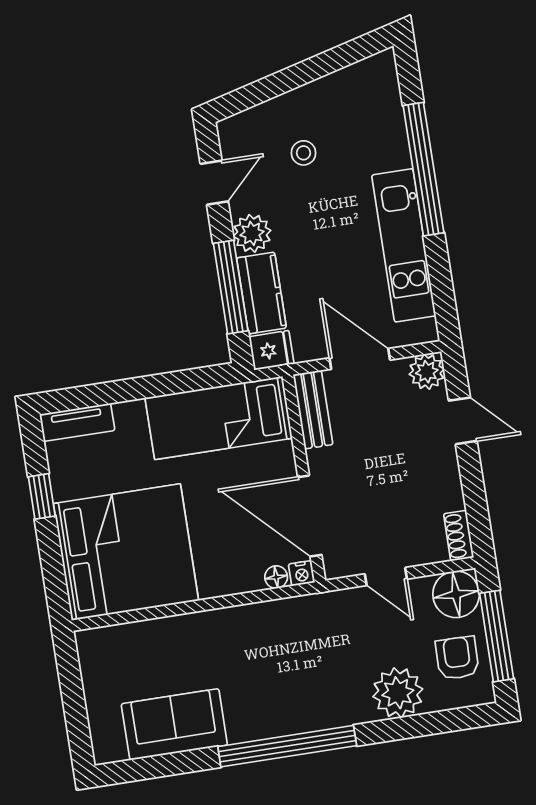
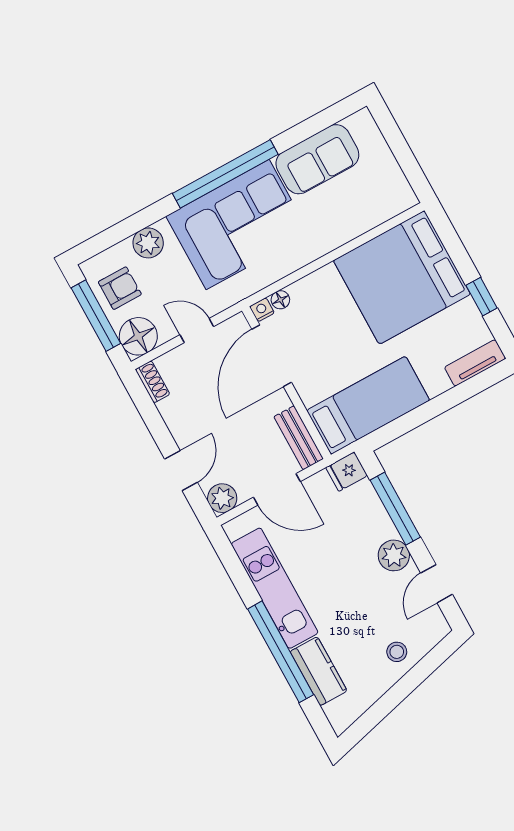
stool: (304, 153) -> (397, 652), moved
kitchen counter: (261, 293) -> (319, 671), moved, turned 180
door: (463, 421) -> (181, 471), swing flipped
door: (310, 516) -> (272, 356), swing flipped
armchair: (457, 658) -> (120, 288), turned -91
corner sofa: (294, 682) -> (238, 225), added
plant: (398, 693) -> (148, 243), width x0.73, depth x0.73

